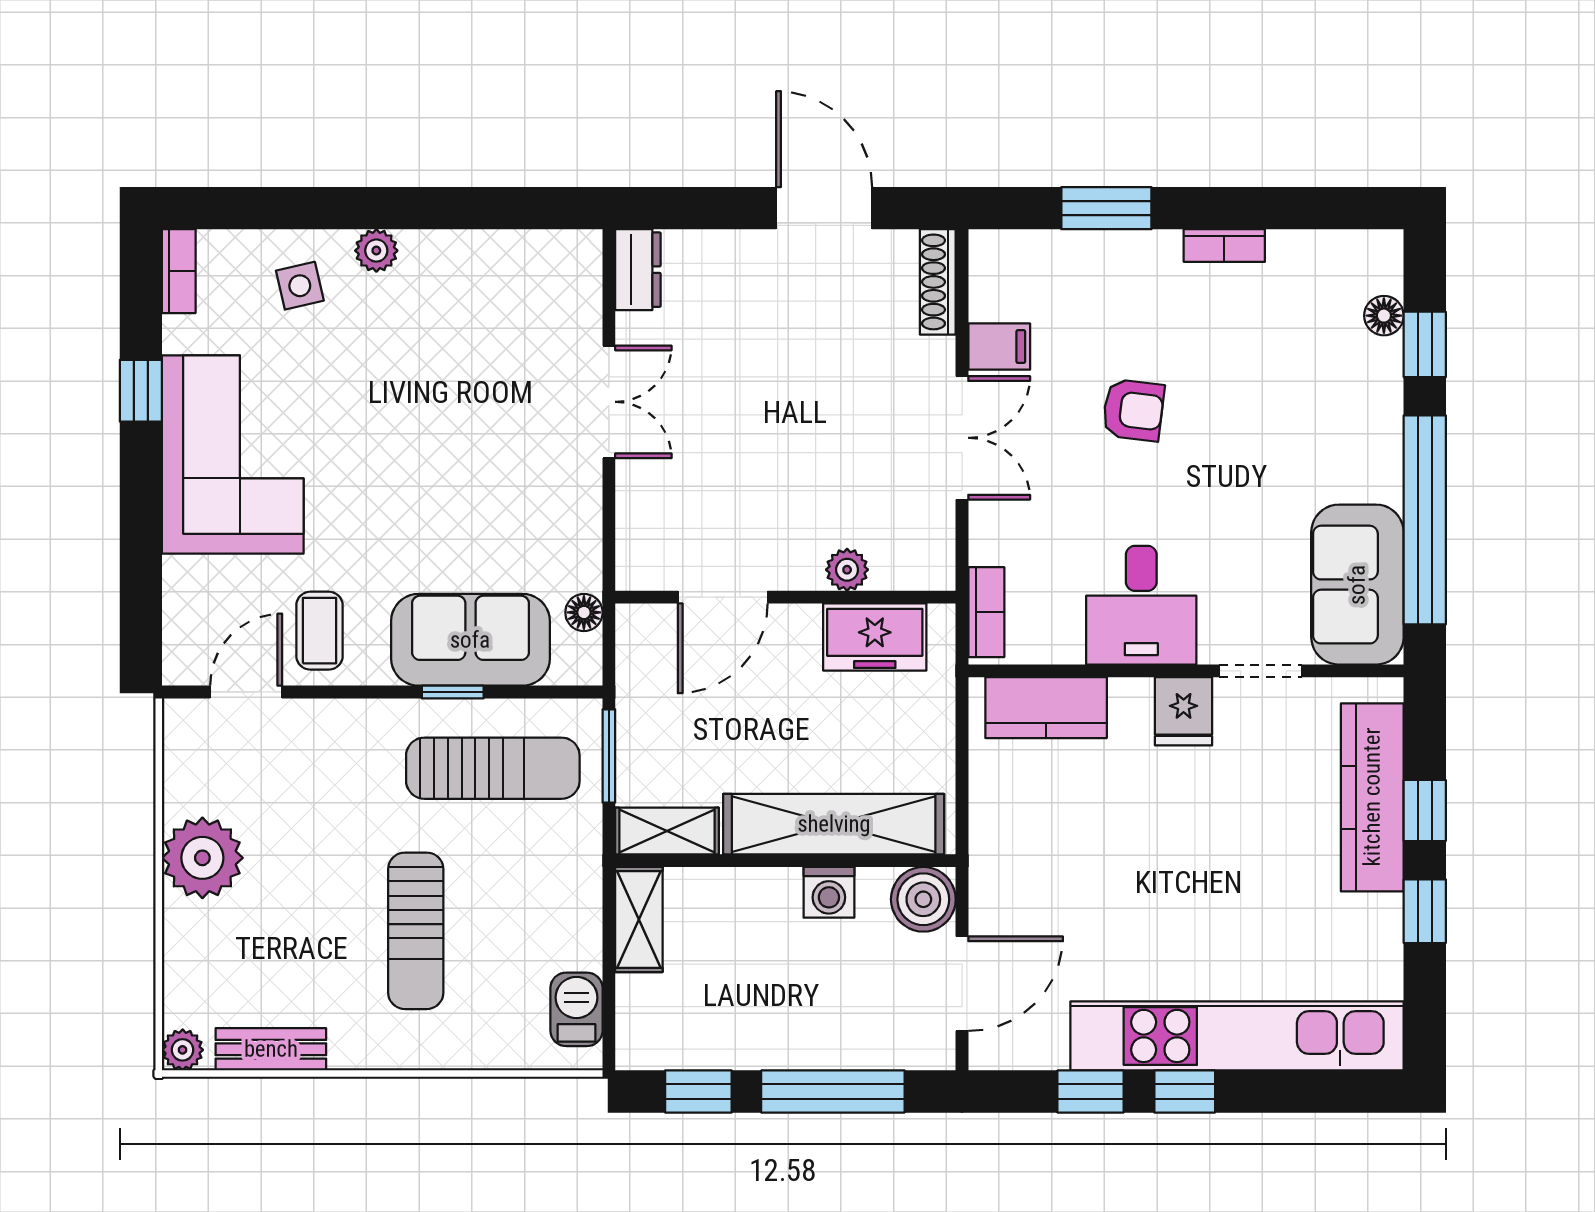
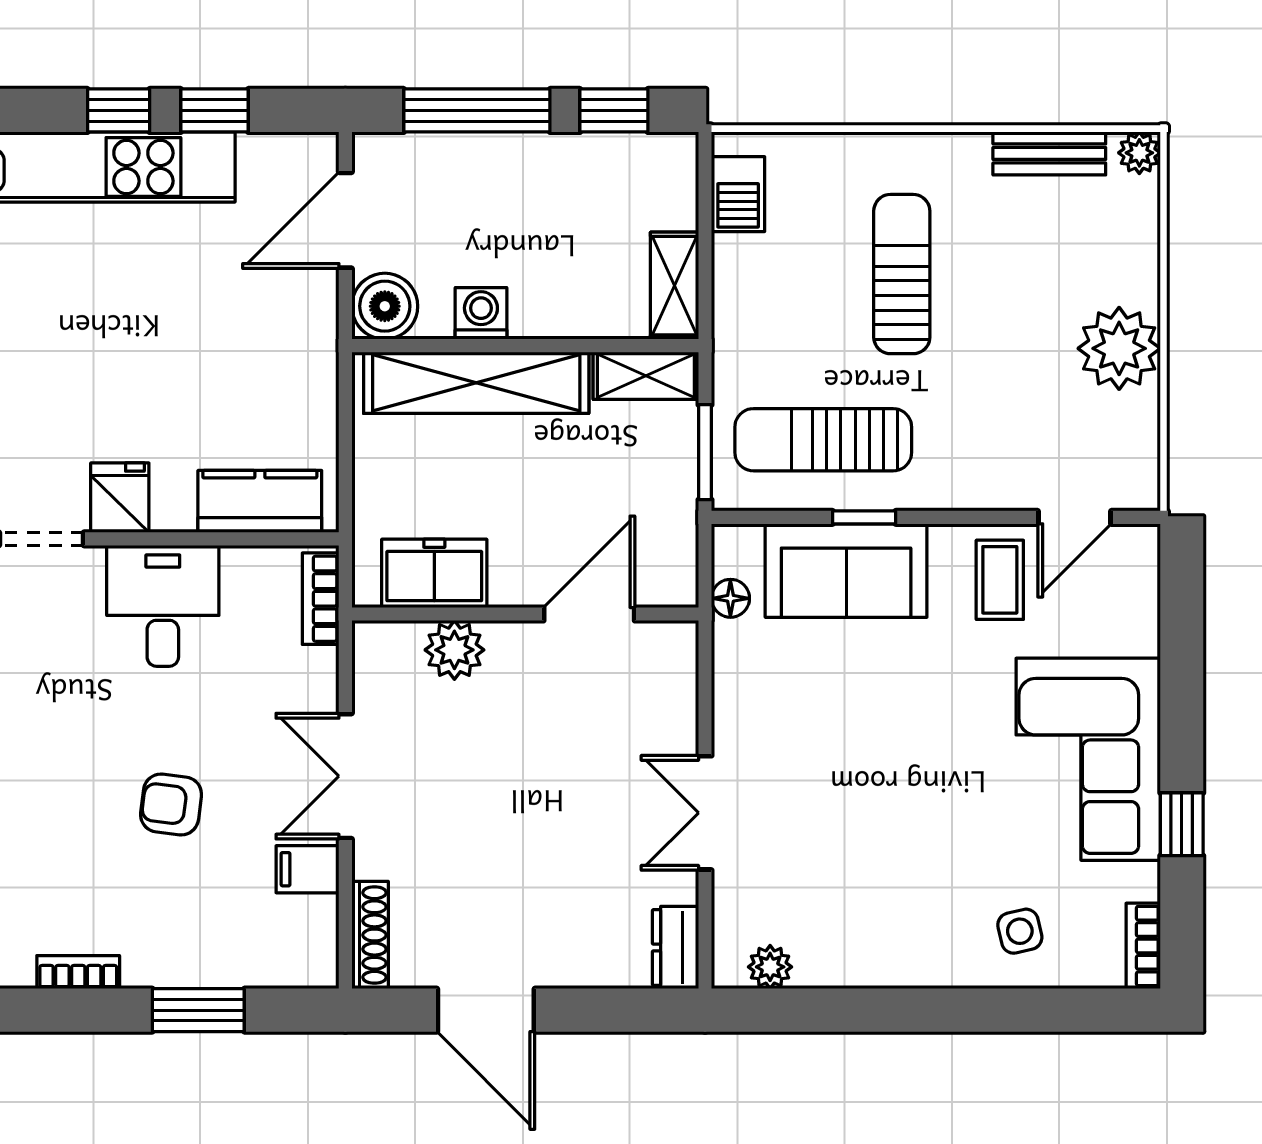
plant: (376, 251) -> (770, 967), moved
plant: (847, 570) -> (454, 650), width x1.38, depth x1.38

